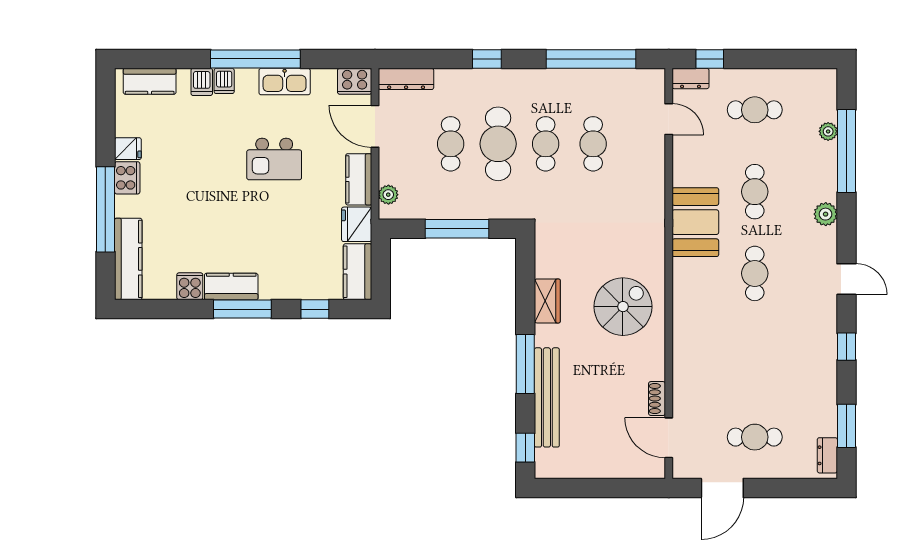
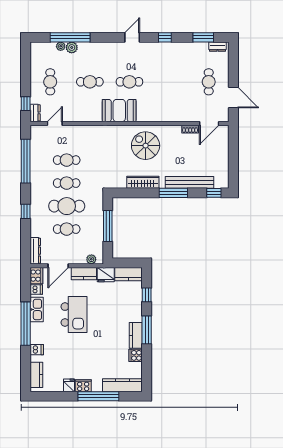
dishwasher: (224, 81) -> (36, 289), moved
kitchen island: (274, 159) -> (74, 315), width x1.37, depth x1.28
plant: (826, 214) -> (72, 48), moved
booth: (695, 222) -> (119, 111), moved
wardrobe: (547, 301) -> (143, 182), width x1.50

